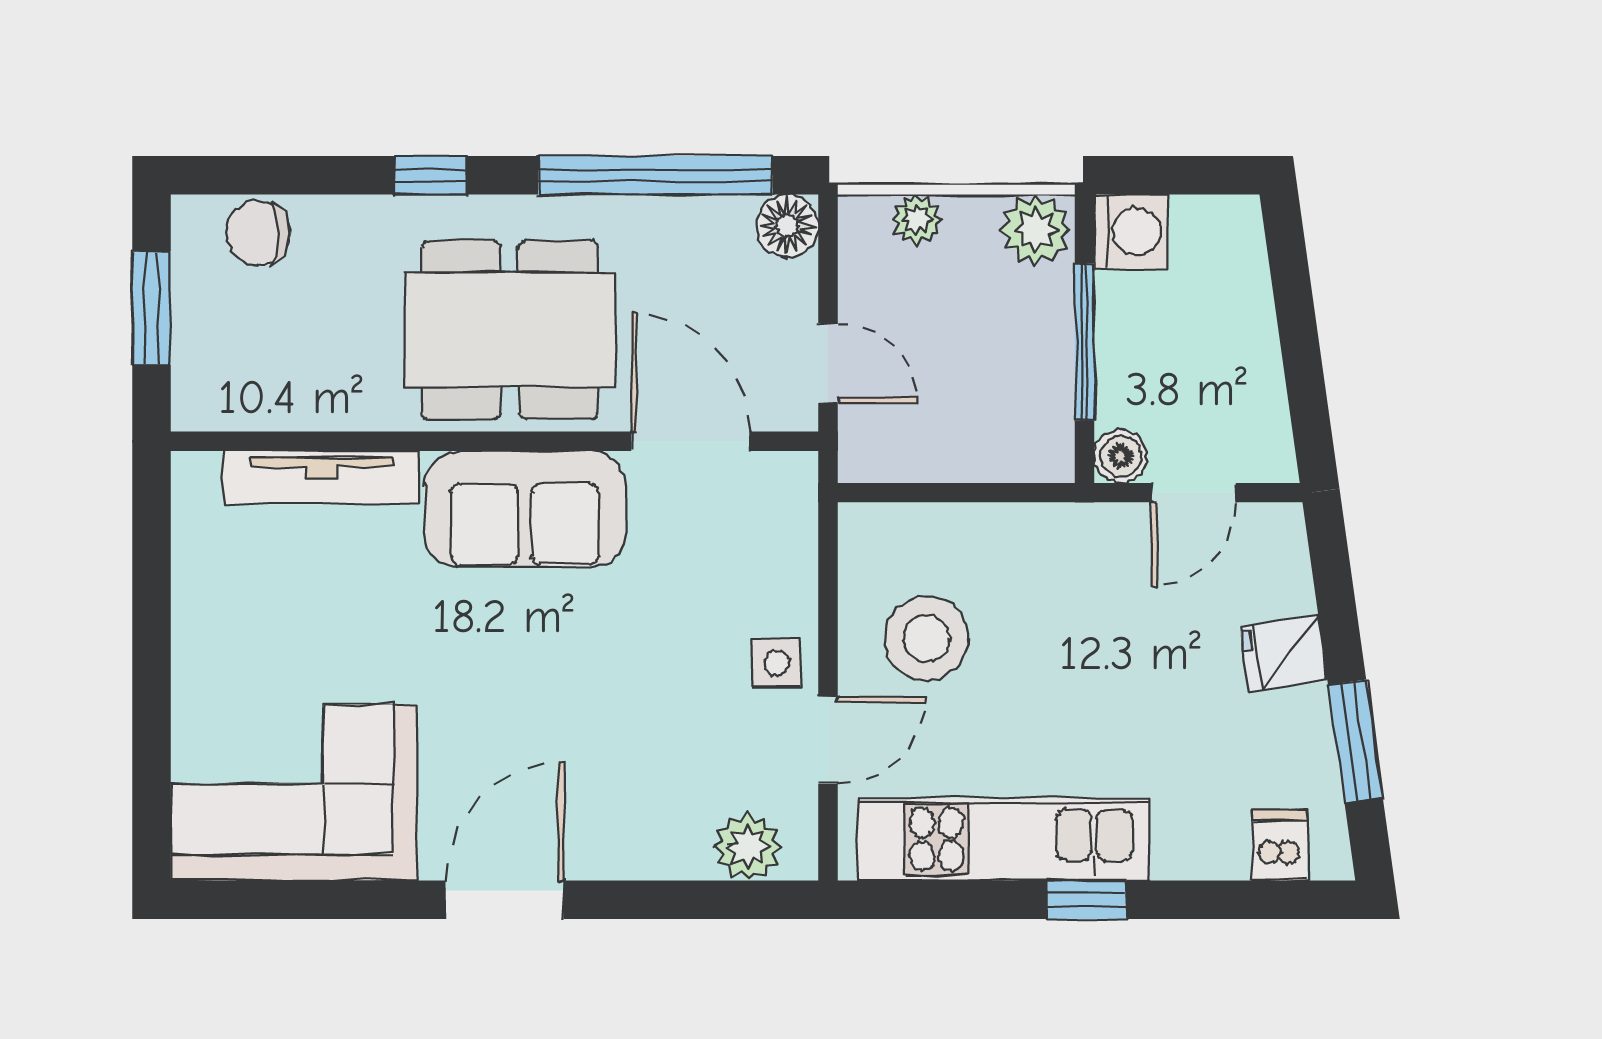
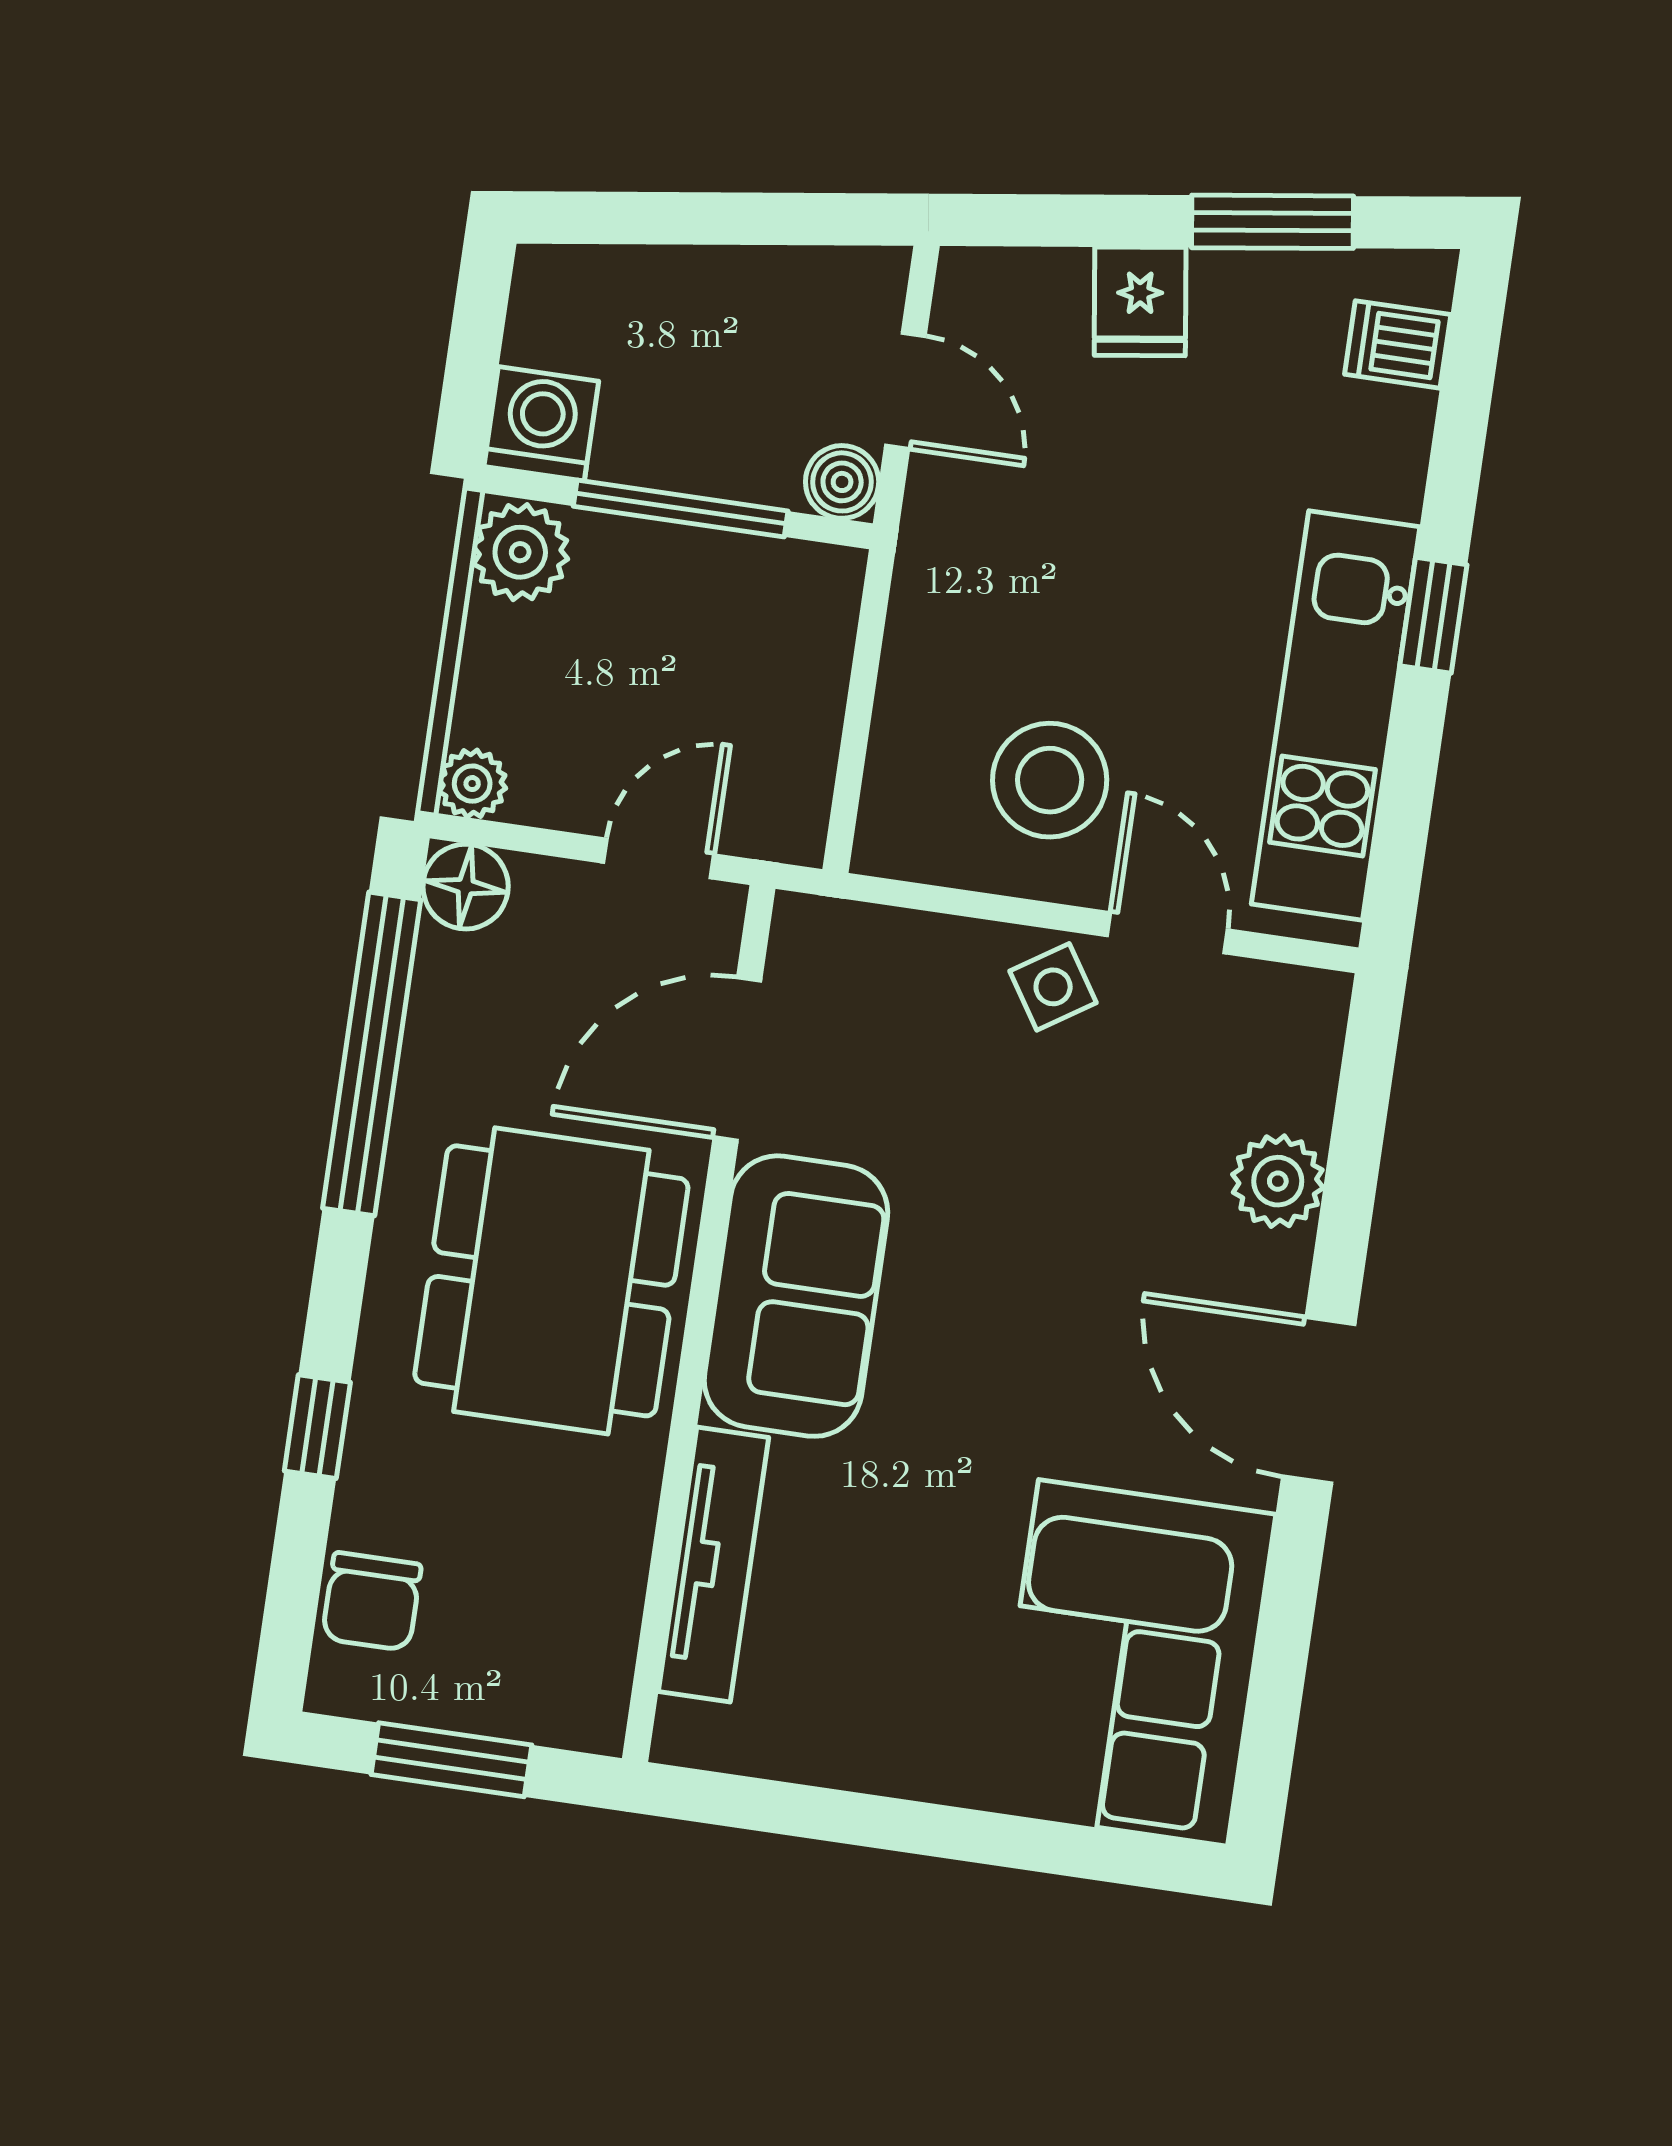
window: (431, 175) -> (317, 1427), moved
plant: (917, 220) -> (472, 784), moved
side table: (776, 663) -> (1053, 987), turned -33
plant: (748, 847) -> (1278, 1181), moved

